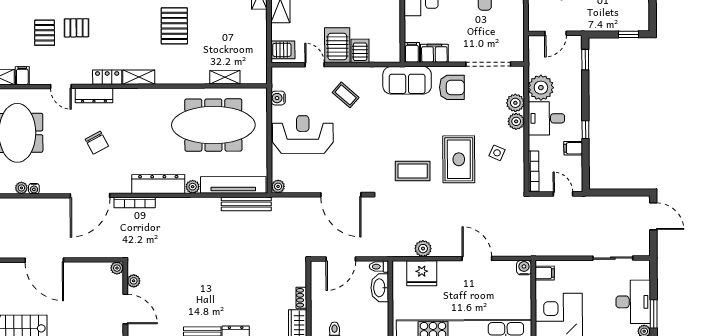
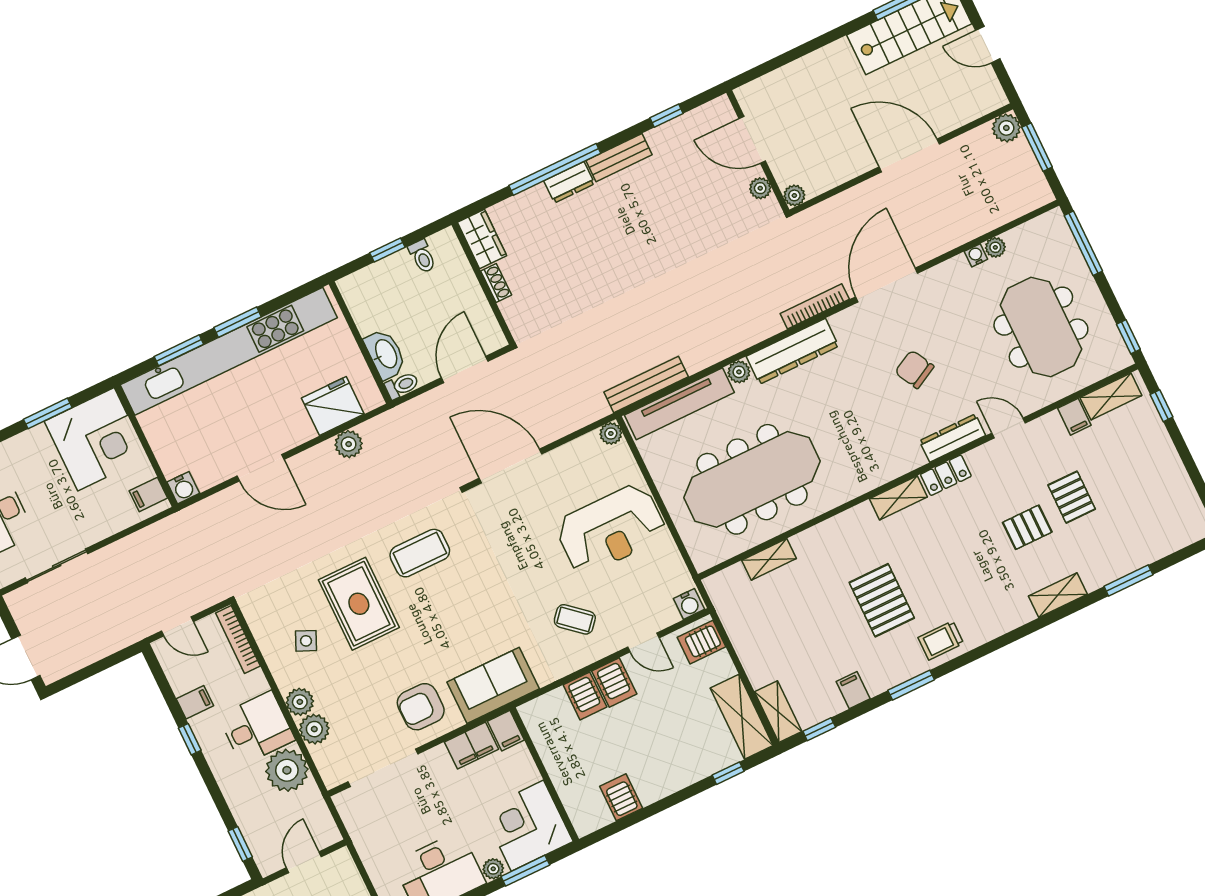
server rack: (337, 45) -> (614, 683), width x0.73, depth x0.70
water cooler: (278, 98) -> (689, 604), moved, turned 90

